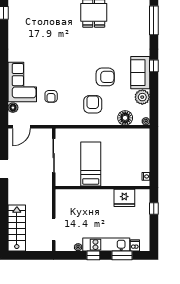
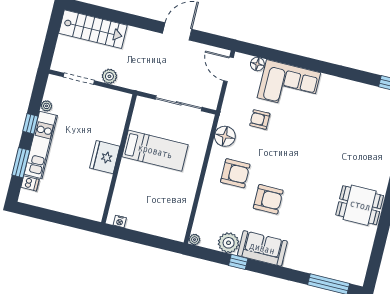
window: (154, 66) -> (238, 262), moved
armchair: (105, 77) -> (268, 199), turned -90
floor lamp: (125, 118) -> (225, 136), moved
fridge: (124, 198) -> (105, 157), moved
plant: (47, 208) -> (109, 76), added
window: (154, 208) -> (74, 222), removed

